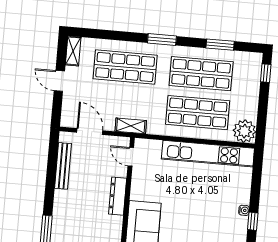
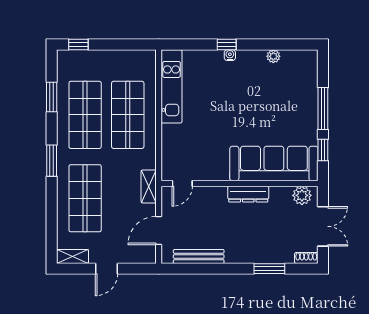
plant: (244, 131) -> (144, 62), removed
kitchen unit: (208, 154) -> (172, 86), width x0.73
dresser: (118, 196) -> (248, 194), moved
window: (253, 221) -> (227, 45), moved

